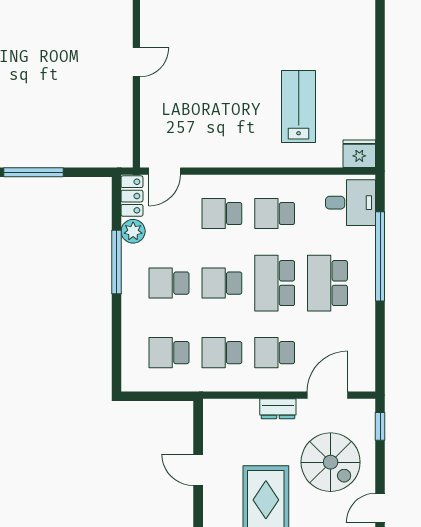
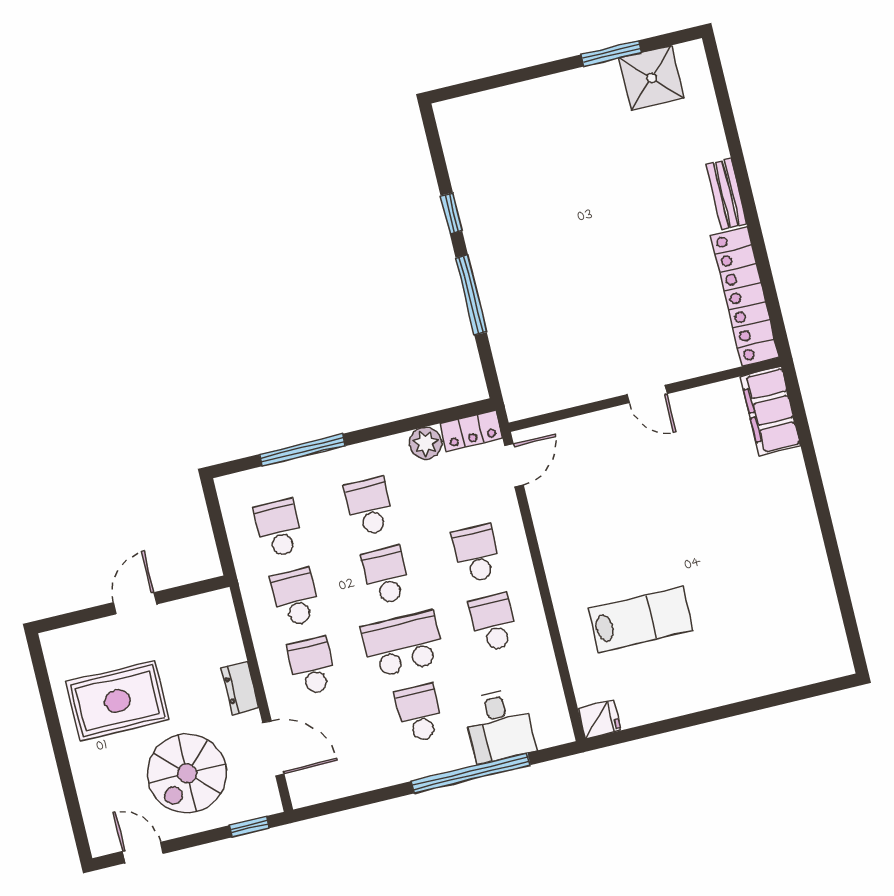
fridge: (359, 154) -> (600, 719), width x0.72
door: (165, 171) -> (514, 465), swing flipped
desk: (351, 203) -> (499, 725), moved
window: (116, 262) -> (302, 450), moved
school desk: (327, 283) -> (419, 713), width x0.54

